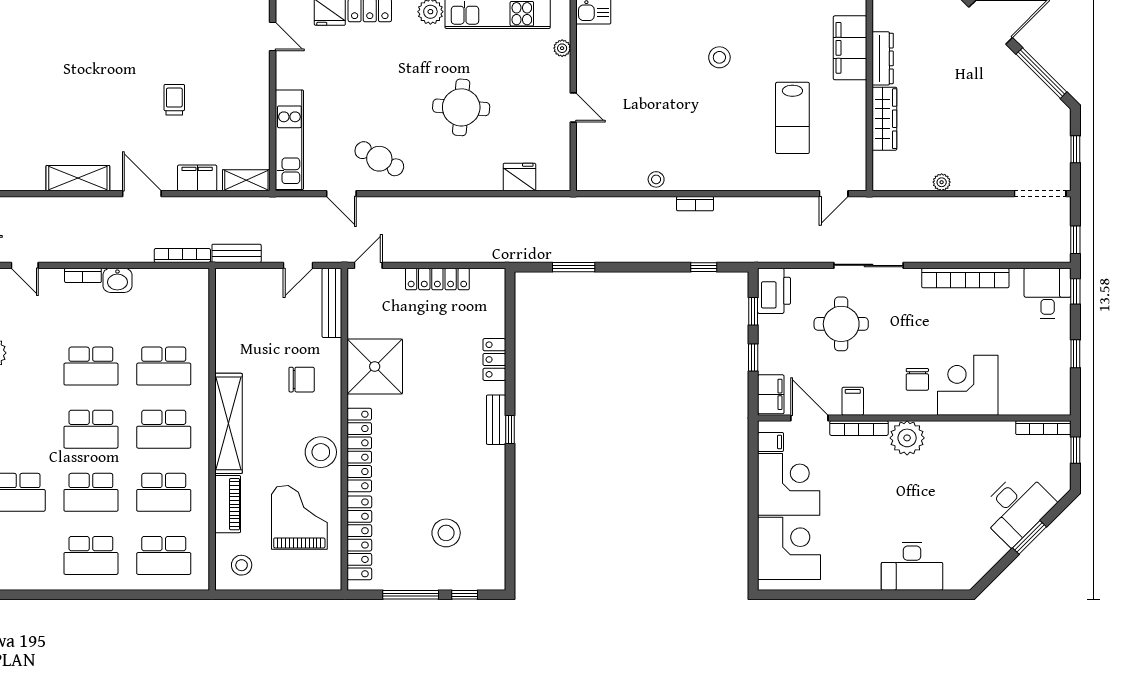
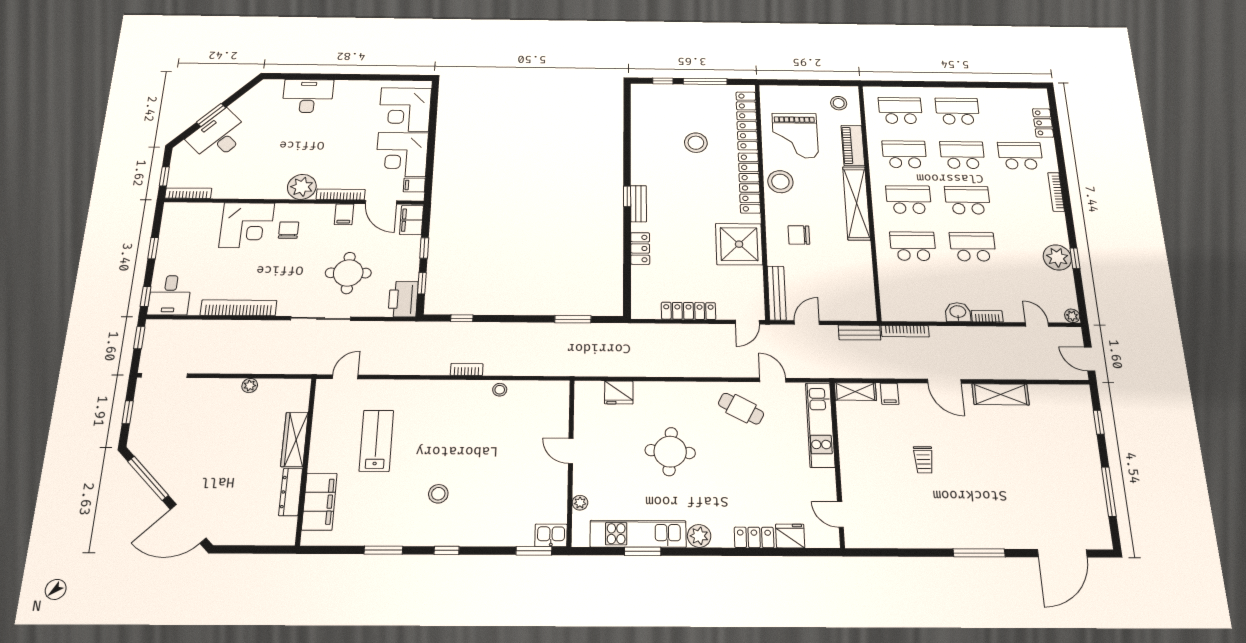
filing cabinet: (197, 178) -> (890, 394), width x0.50
stool: (446, 533) -> (696, 143), moved

